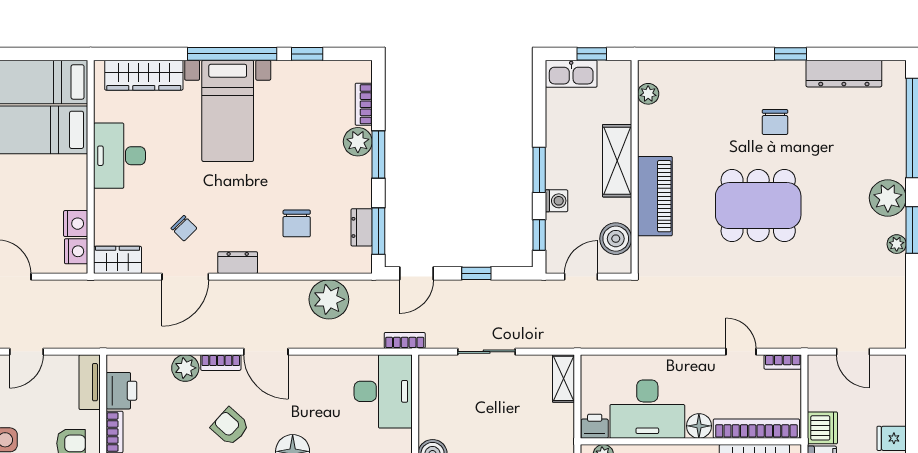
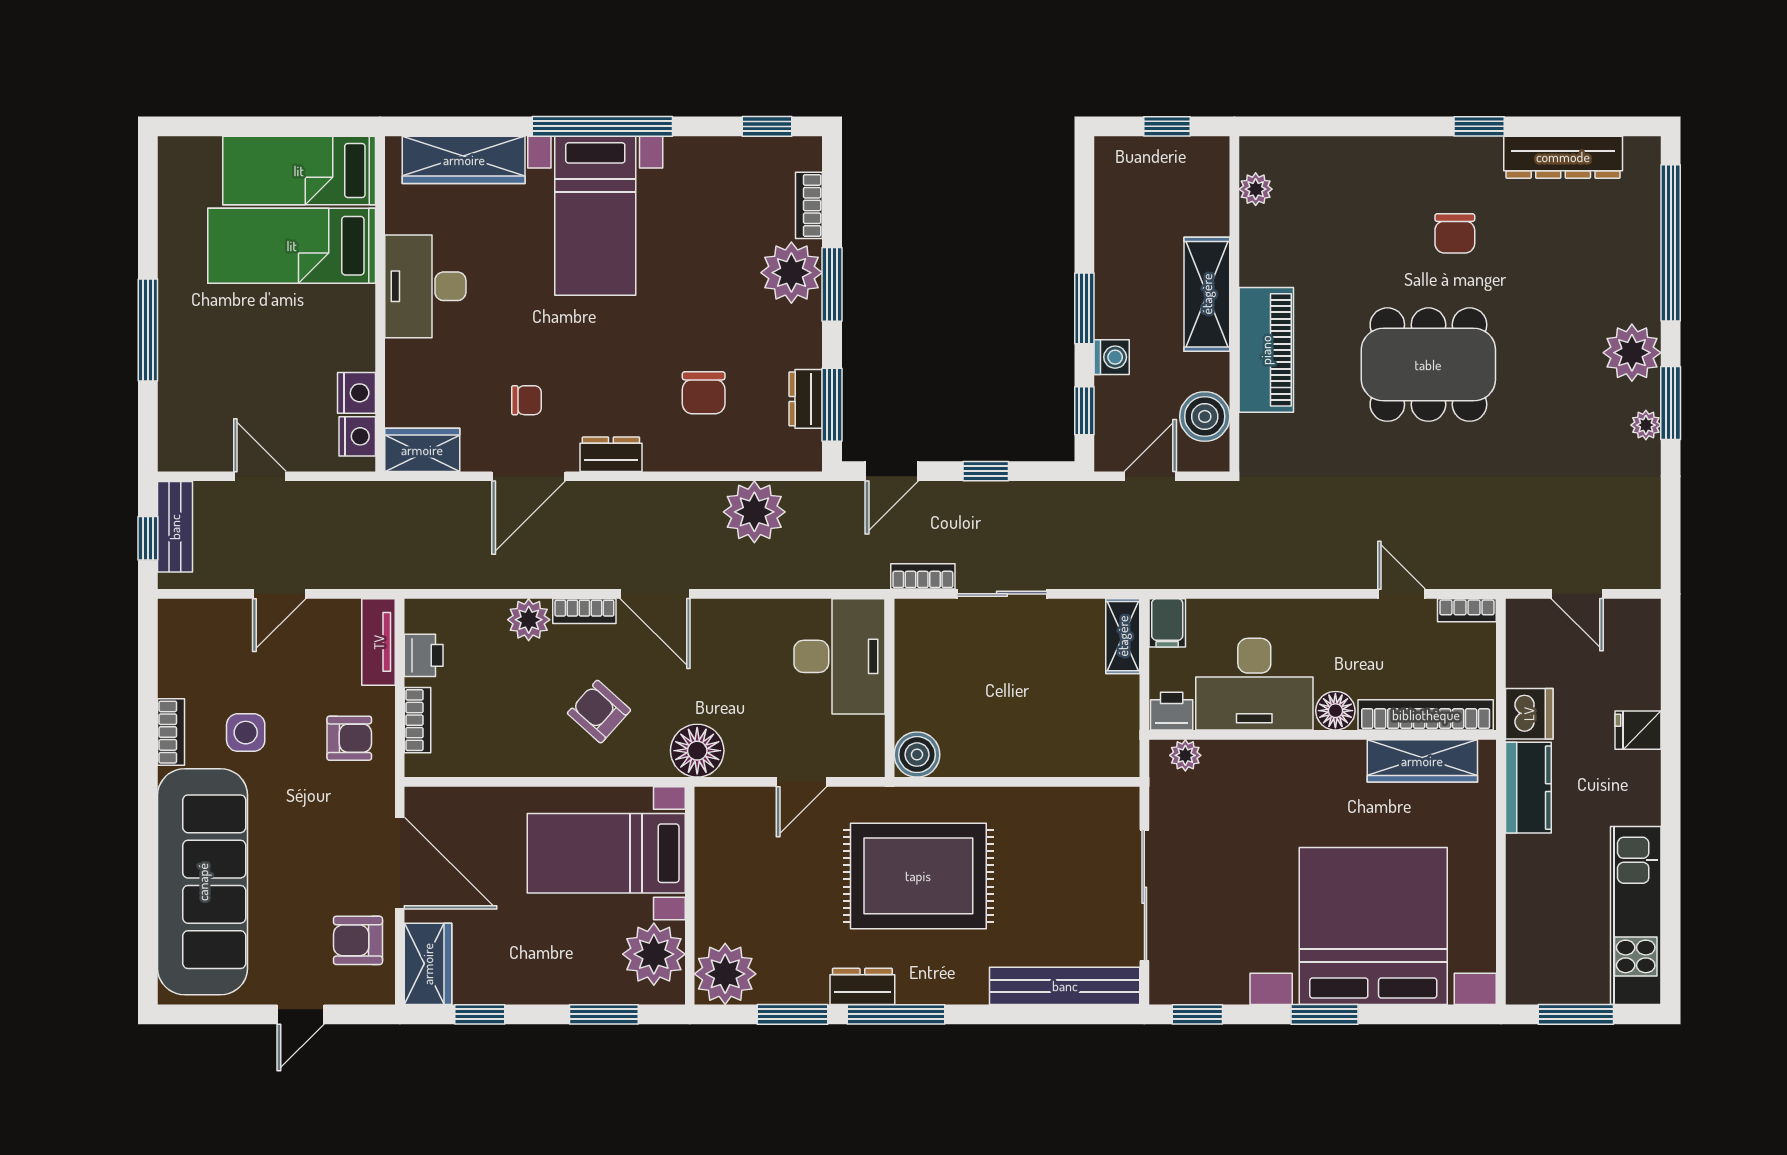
window: (307, 54) -> (767, 126), moved
kitchen sink: (571, 74) -> (1135, 158), removed
plant: (358, 142) -> (791, 273), width x1.36, depth x1.36
chair: (184, 228) -> (527, 400), turned -45
bookcase: (405, 340) -> (923, 576), moved
filing cabinet: (592, 370) -> (1167, 623), added
printer: (121, 391) -> (424, 655), width x0.73, depth x0.81

